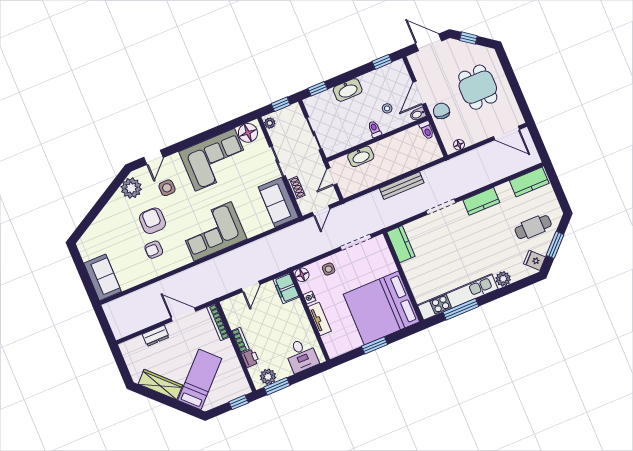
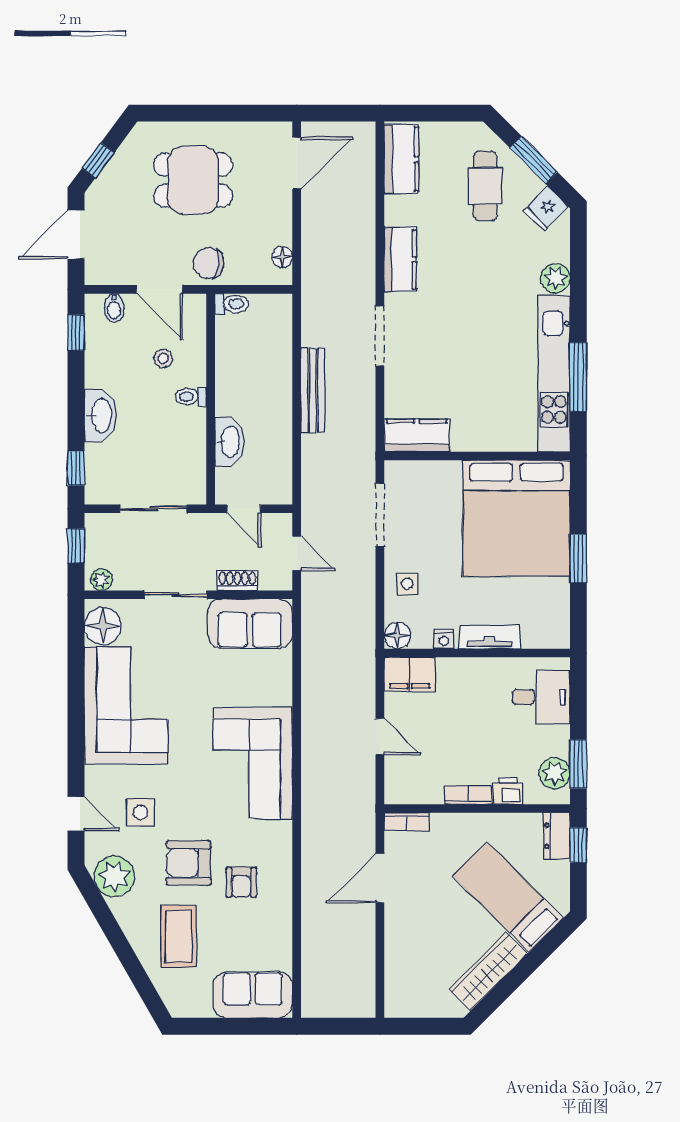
bidet: (418, 114) -> (114, 308), moved
coffee table: (116, 230) -> (178, 936), added
bookcase: (218, 322) -> (407, 822), width x0.64
dresser: (156, 336) -> (557, 836), moved, turned 180

